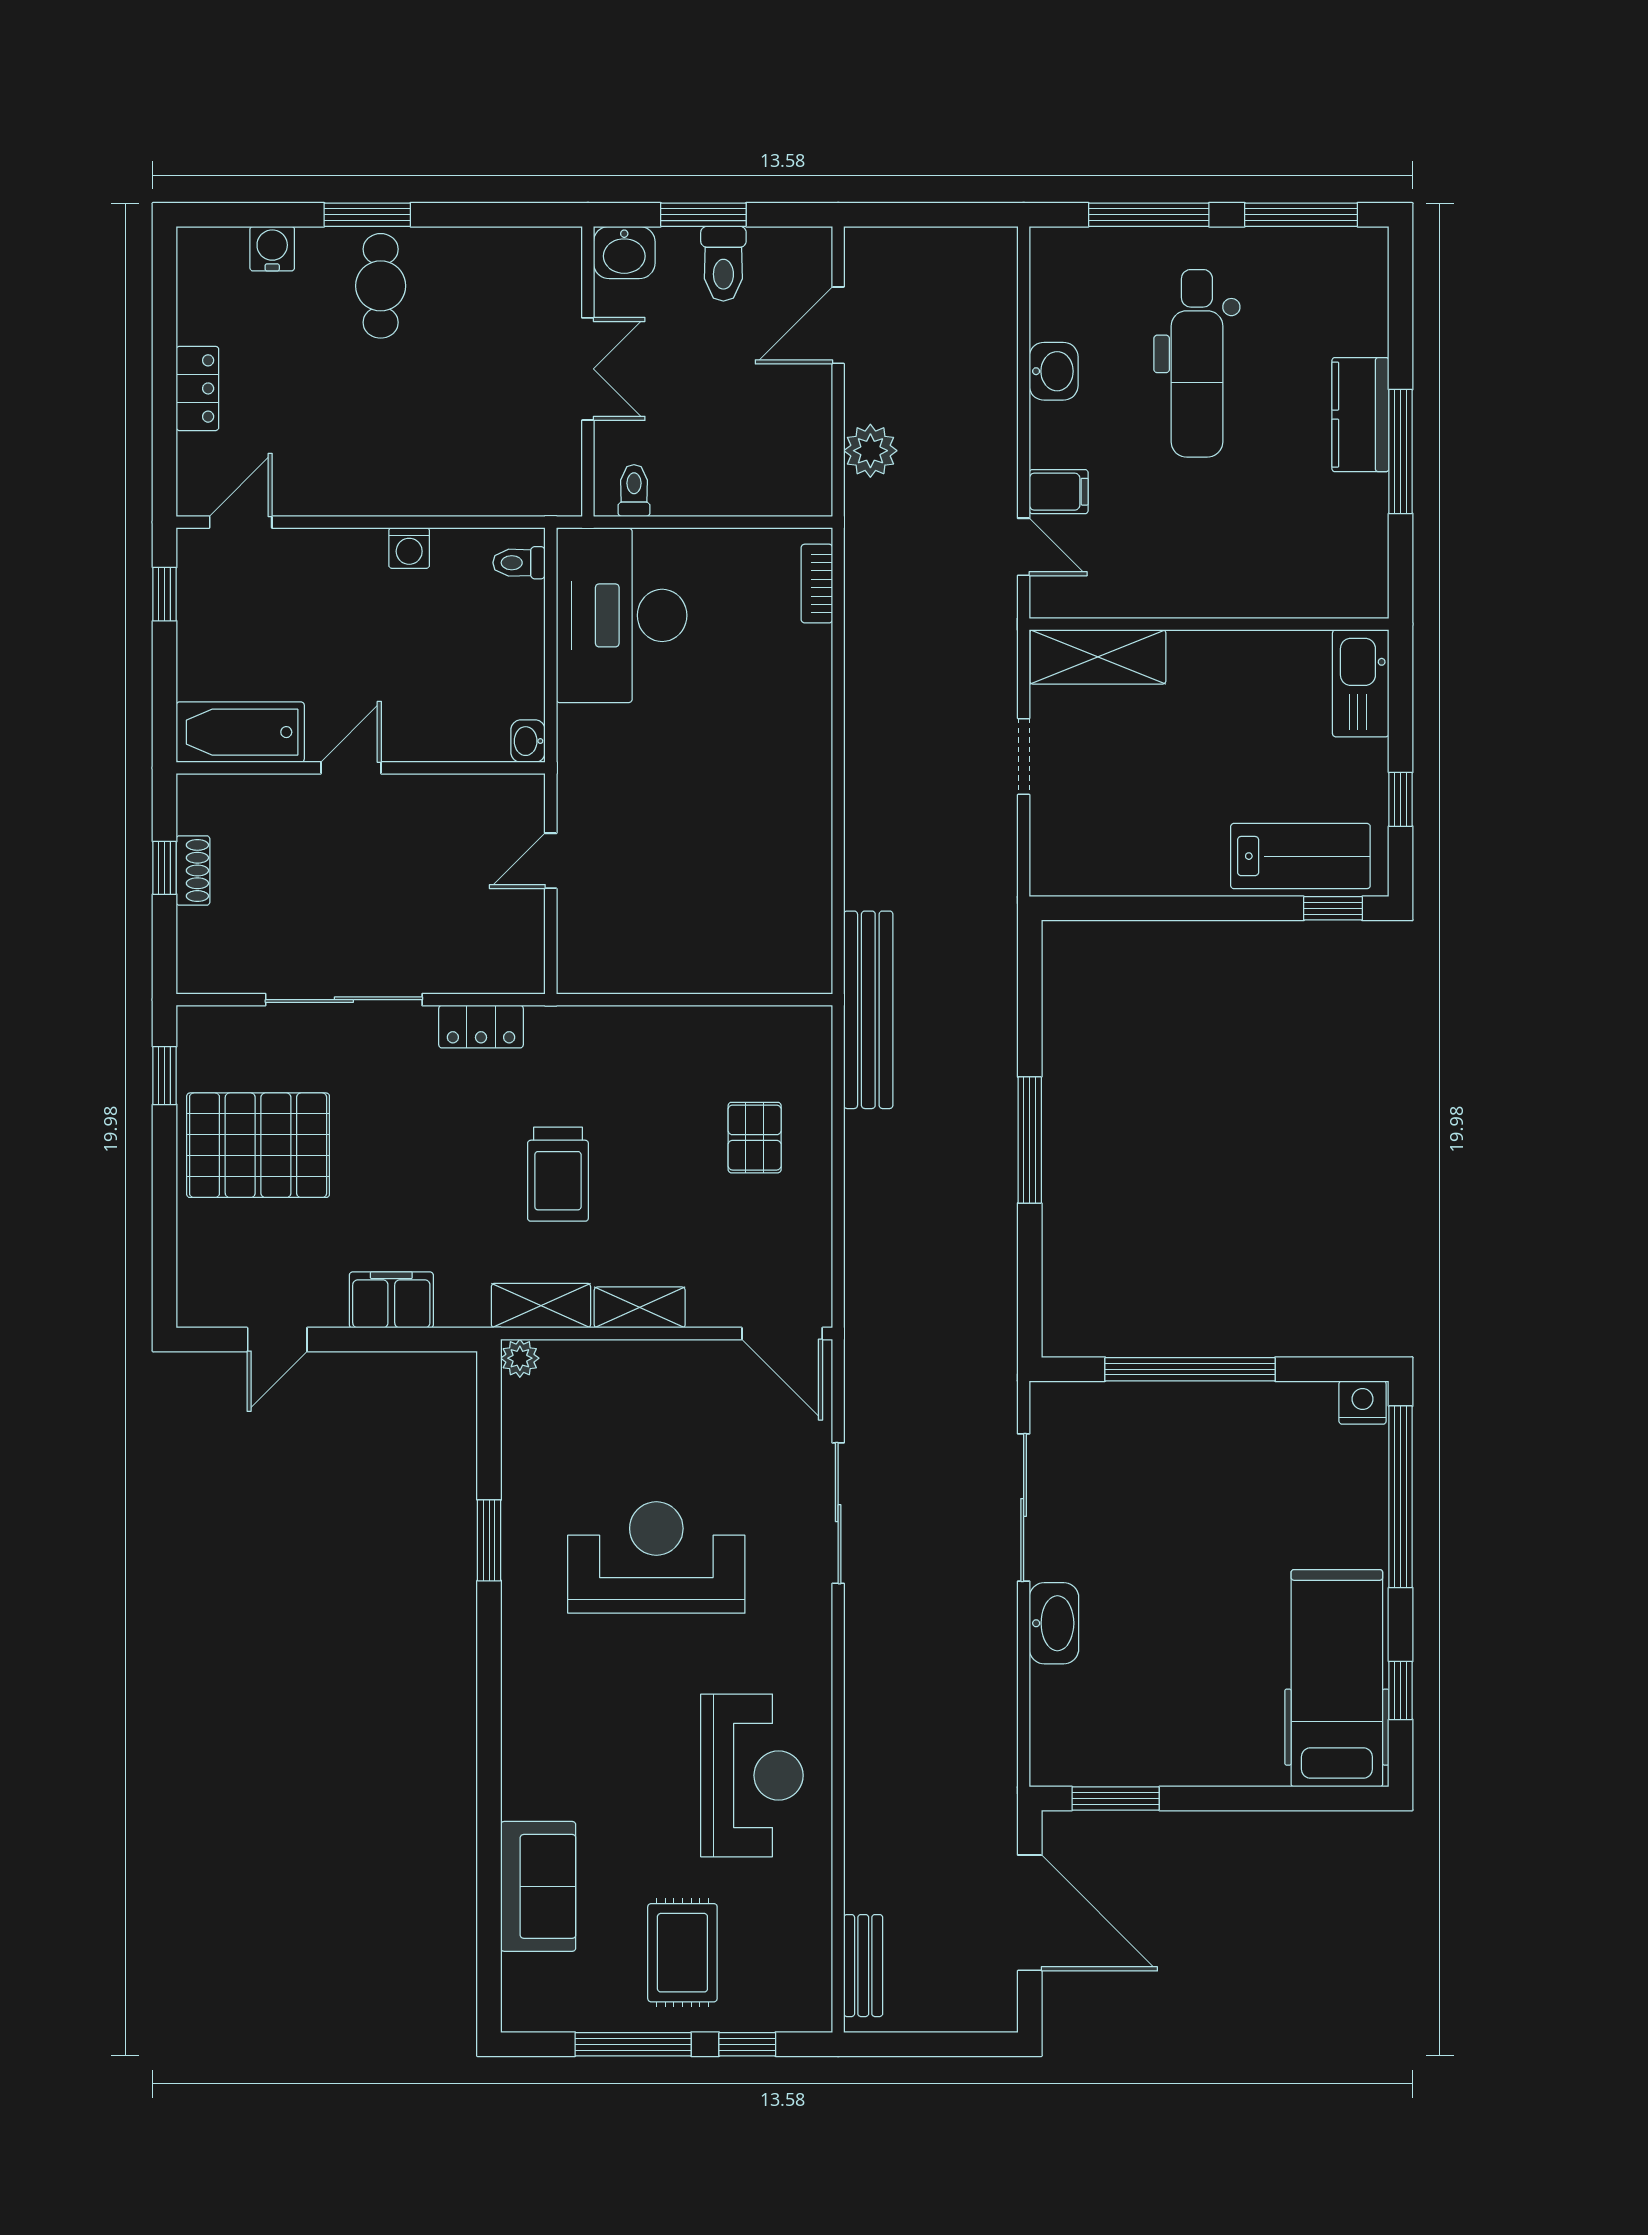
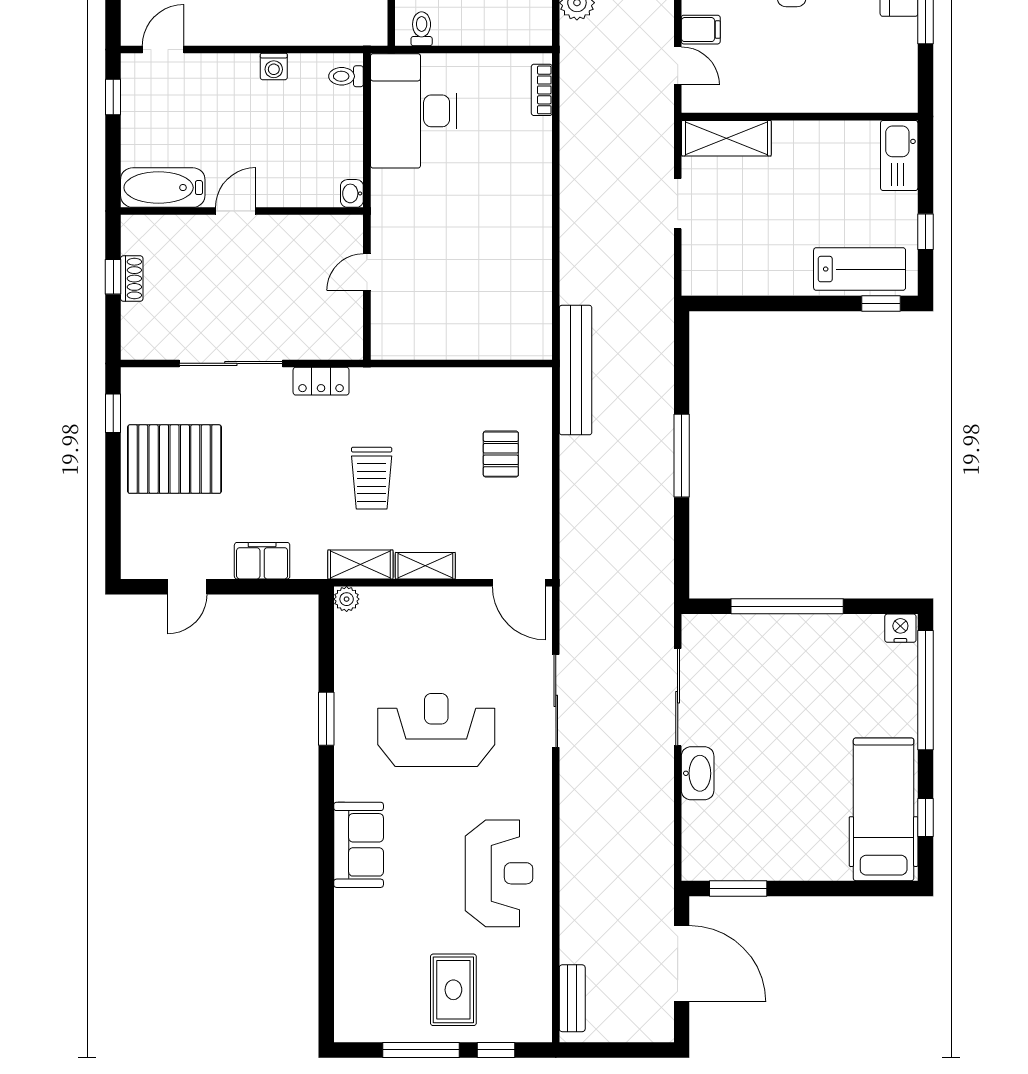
sofa: (538, 1886) -> (359, 845), moved

